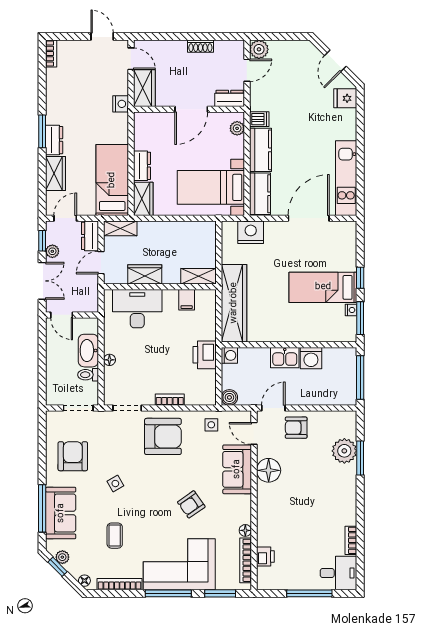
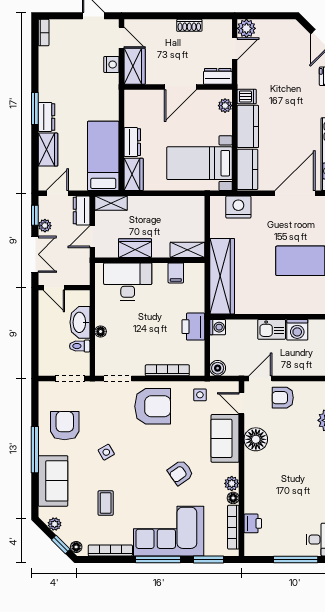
nightstand: (121, 104) -> (111, 64), moved
bookcase: (170, 400) -> (167, 370), width x1.56
window: (42, 508) -> (35, 450), moved
plant: (244, 516) -> (232, 483), added
window: (57, 567) -> (61, 544), moved

